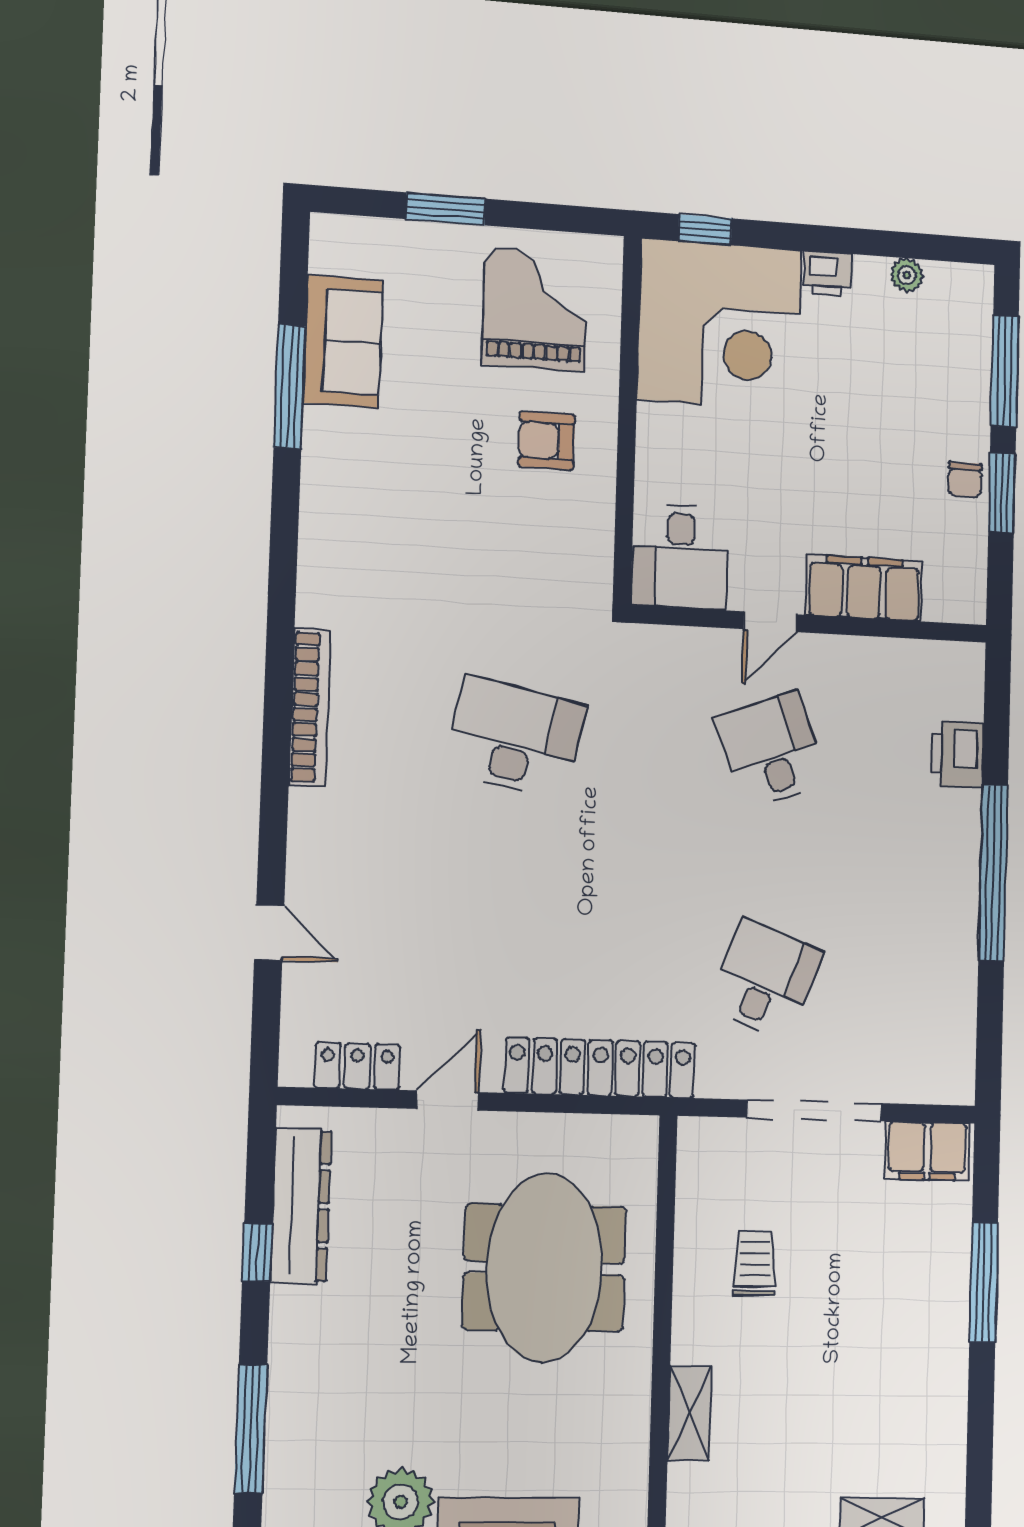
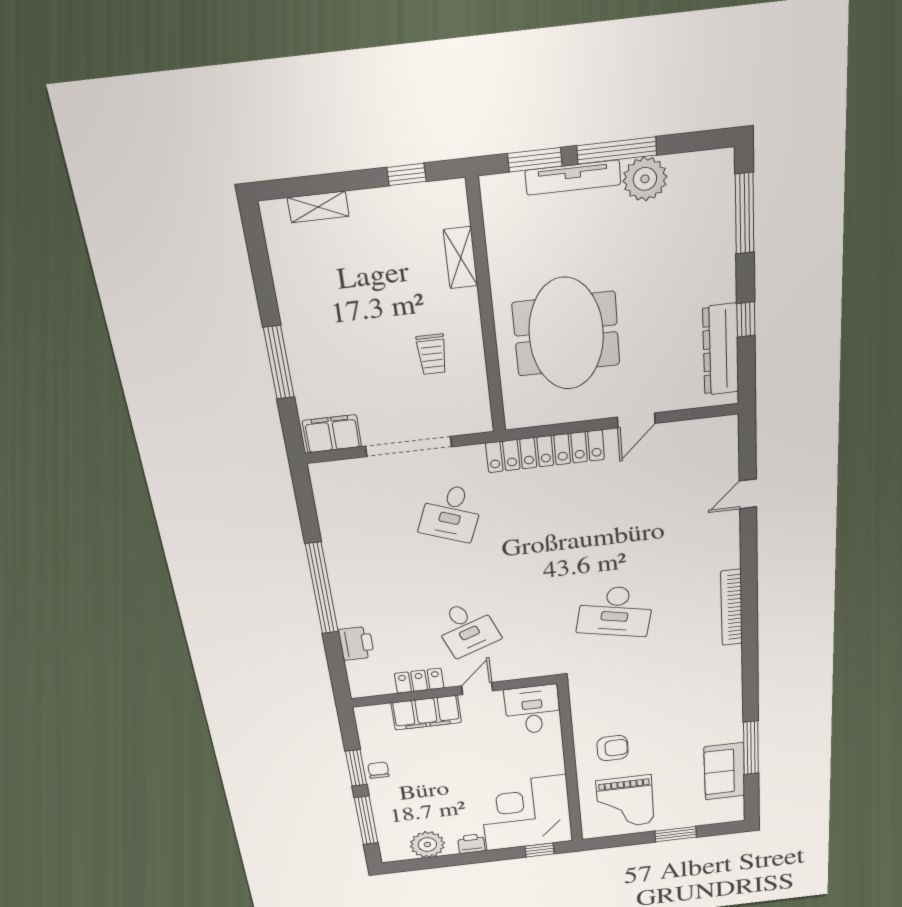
plant: (907, 275) -> (427, 845), width x1.88, depth x1.88
door: (269, 932) -> (748, 494), hinge flipped
locker: (357, 1066) -> (419, 681), moved, turned 180

